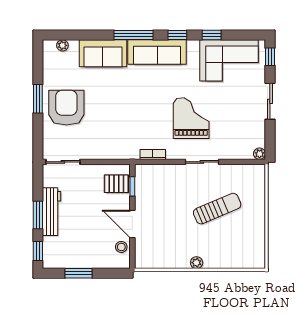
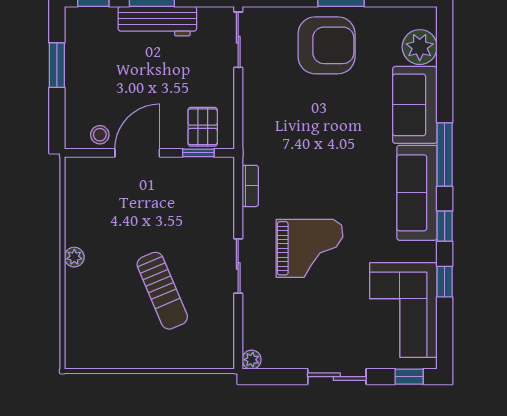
plant: (62, 45) -> (420, 47), width x1.88, depth x1.88

